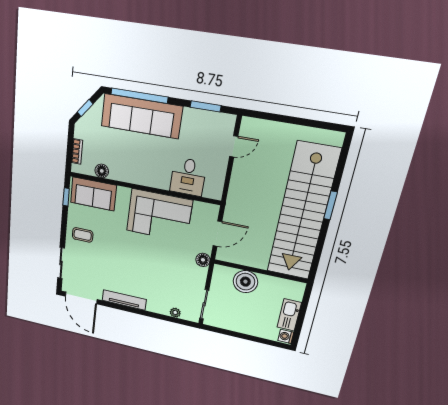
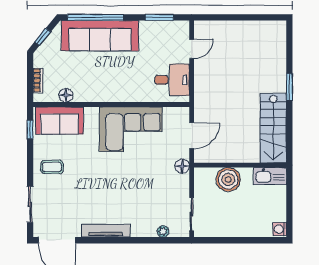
desk: (188, 177) -> (172, 80), moved, turned -90
stairs: (303, 212) -> (273, 128), width x0.54, depth x0.66
kitchen sink: (289, 315) -> (270, 176), moved, turned -90

